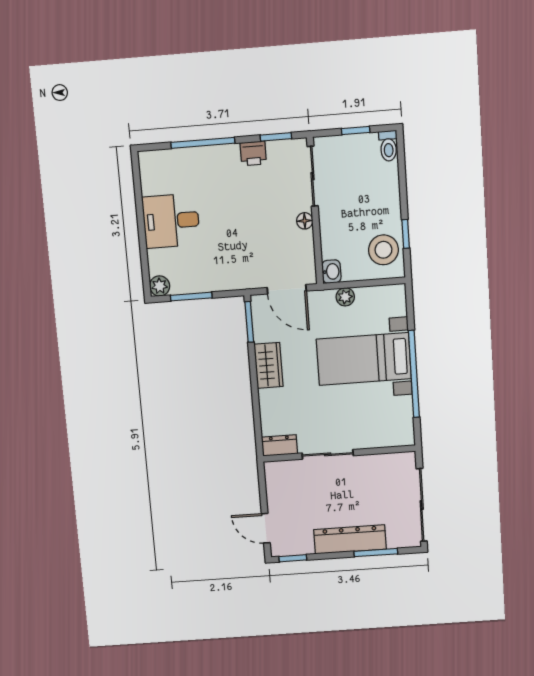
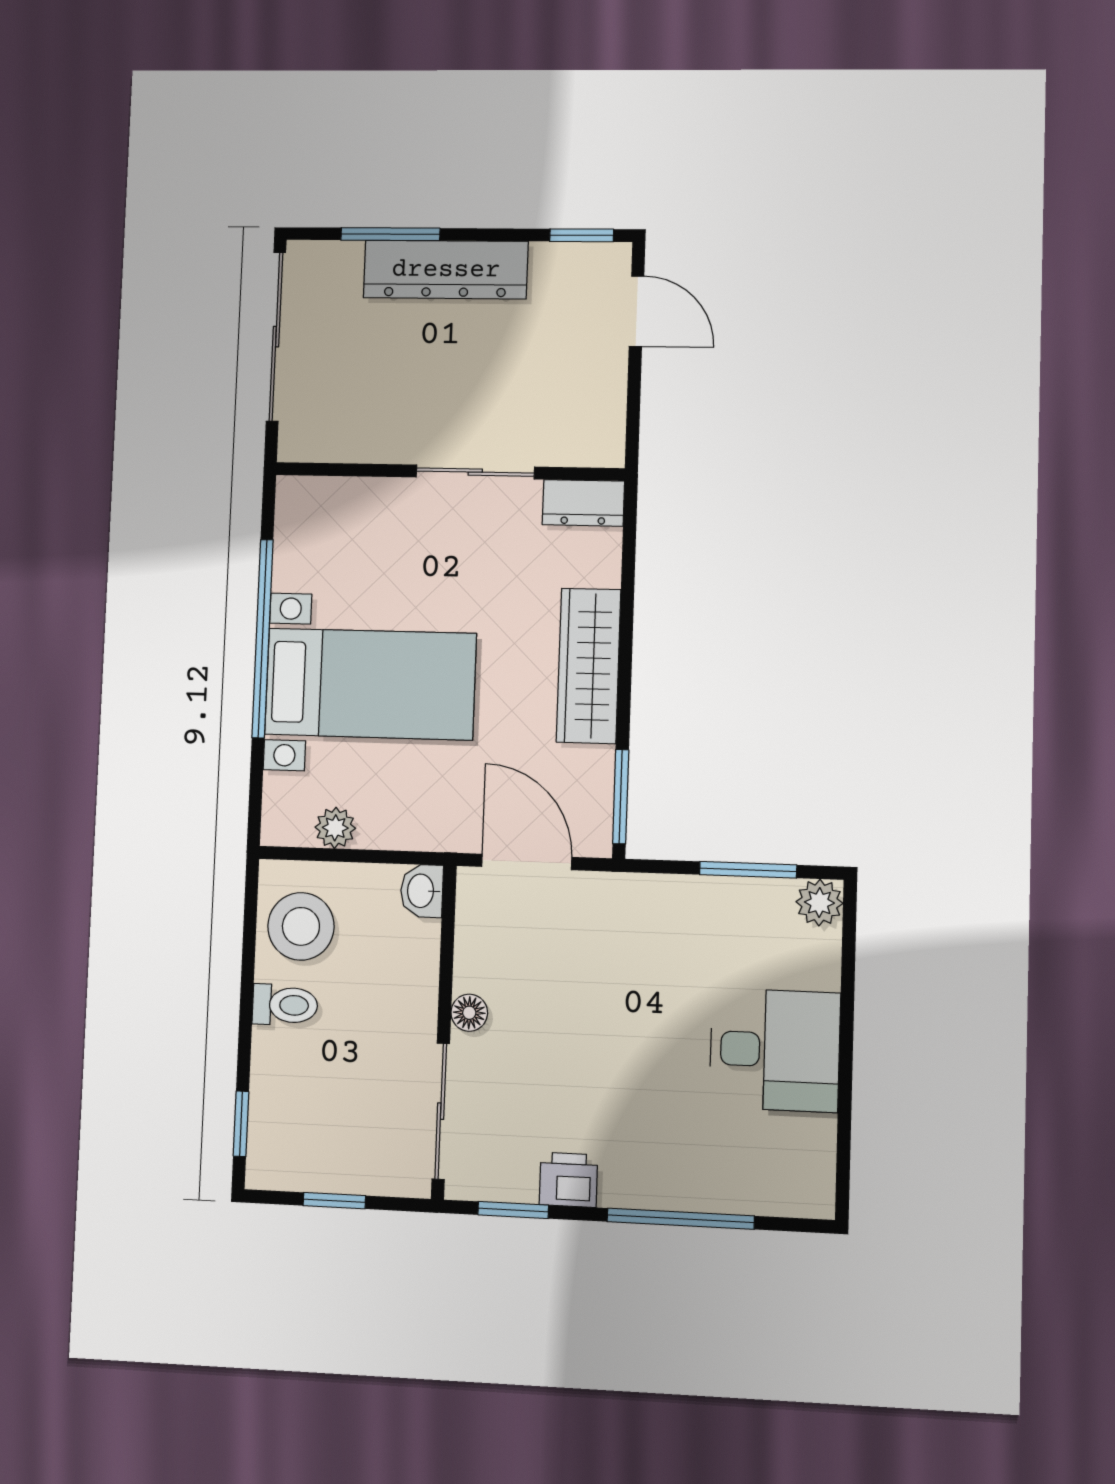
toilet: (388, 146) -> (285, 1005), moved, turned 90
window: (406, 234) -> (241, 1124), moved
plant: (345, 297) -> (335, 828), moved
wardrobe: (269, 365) -> (589, 666), width x1.50

